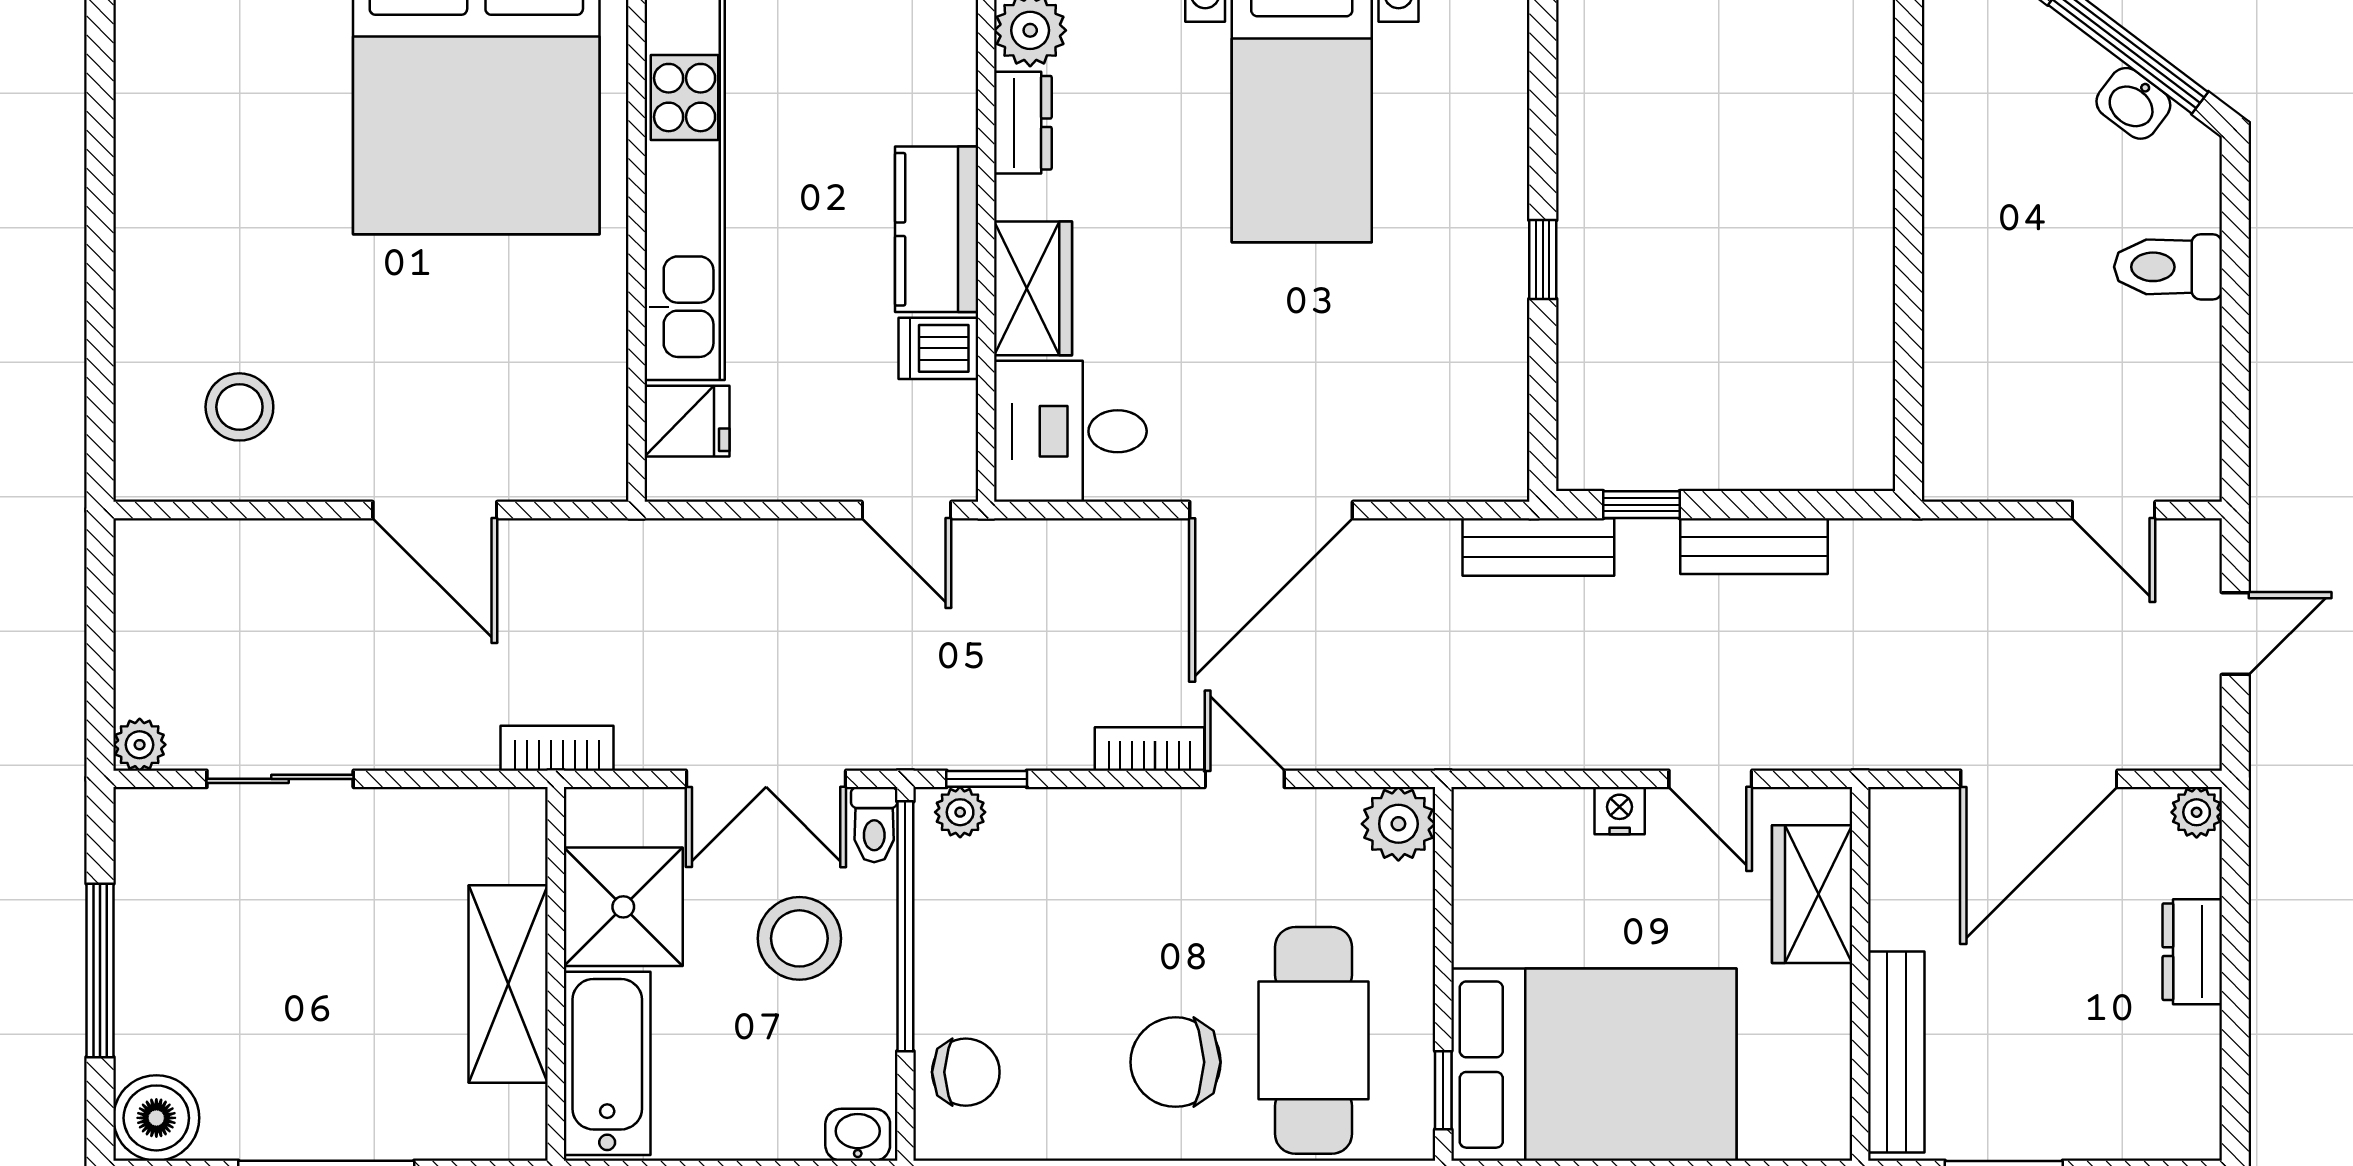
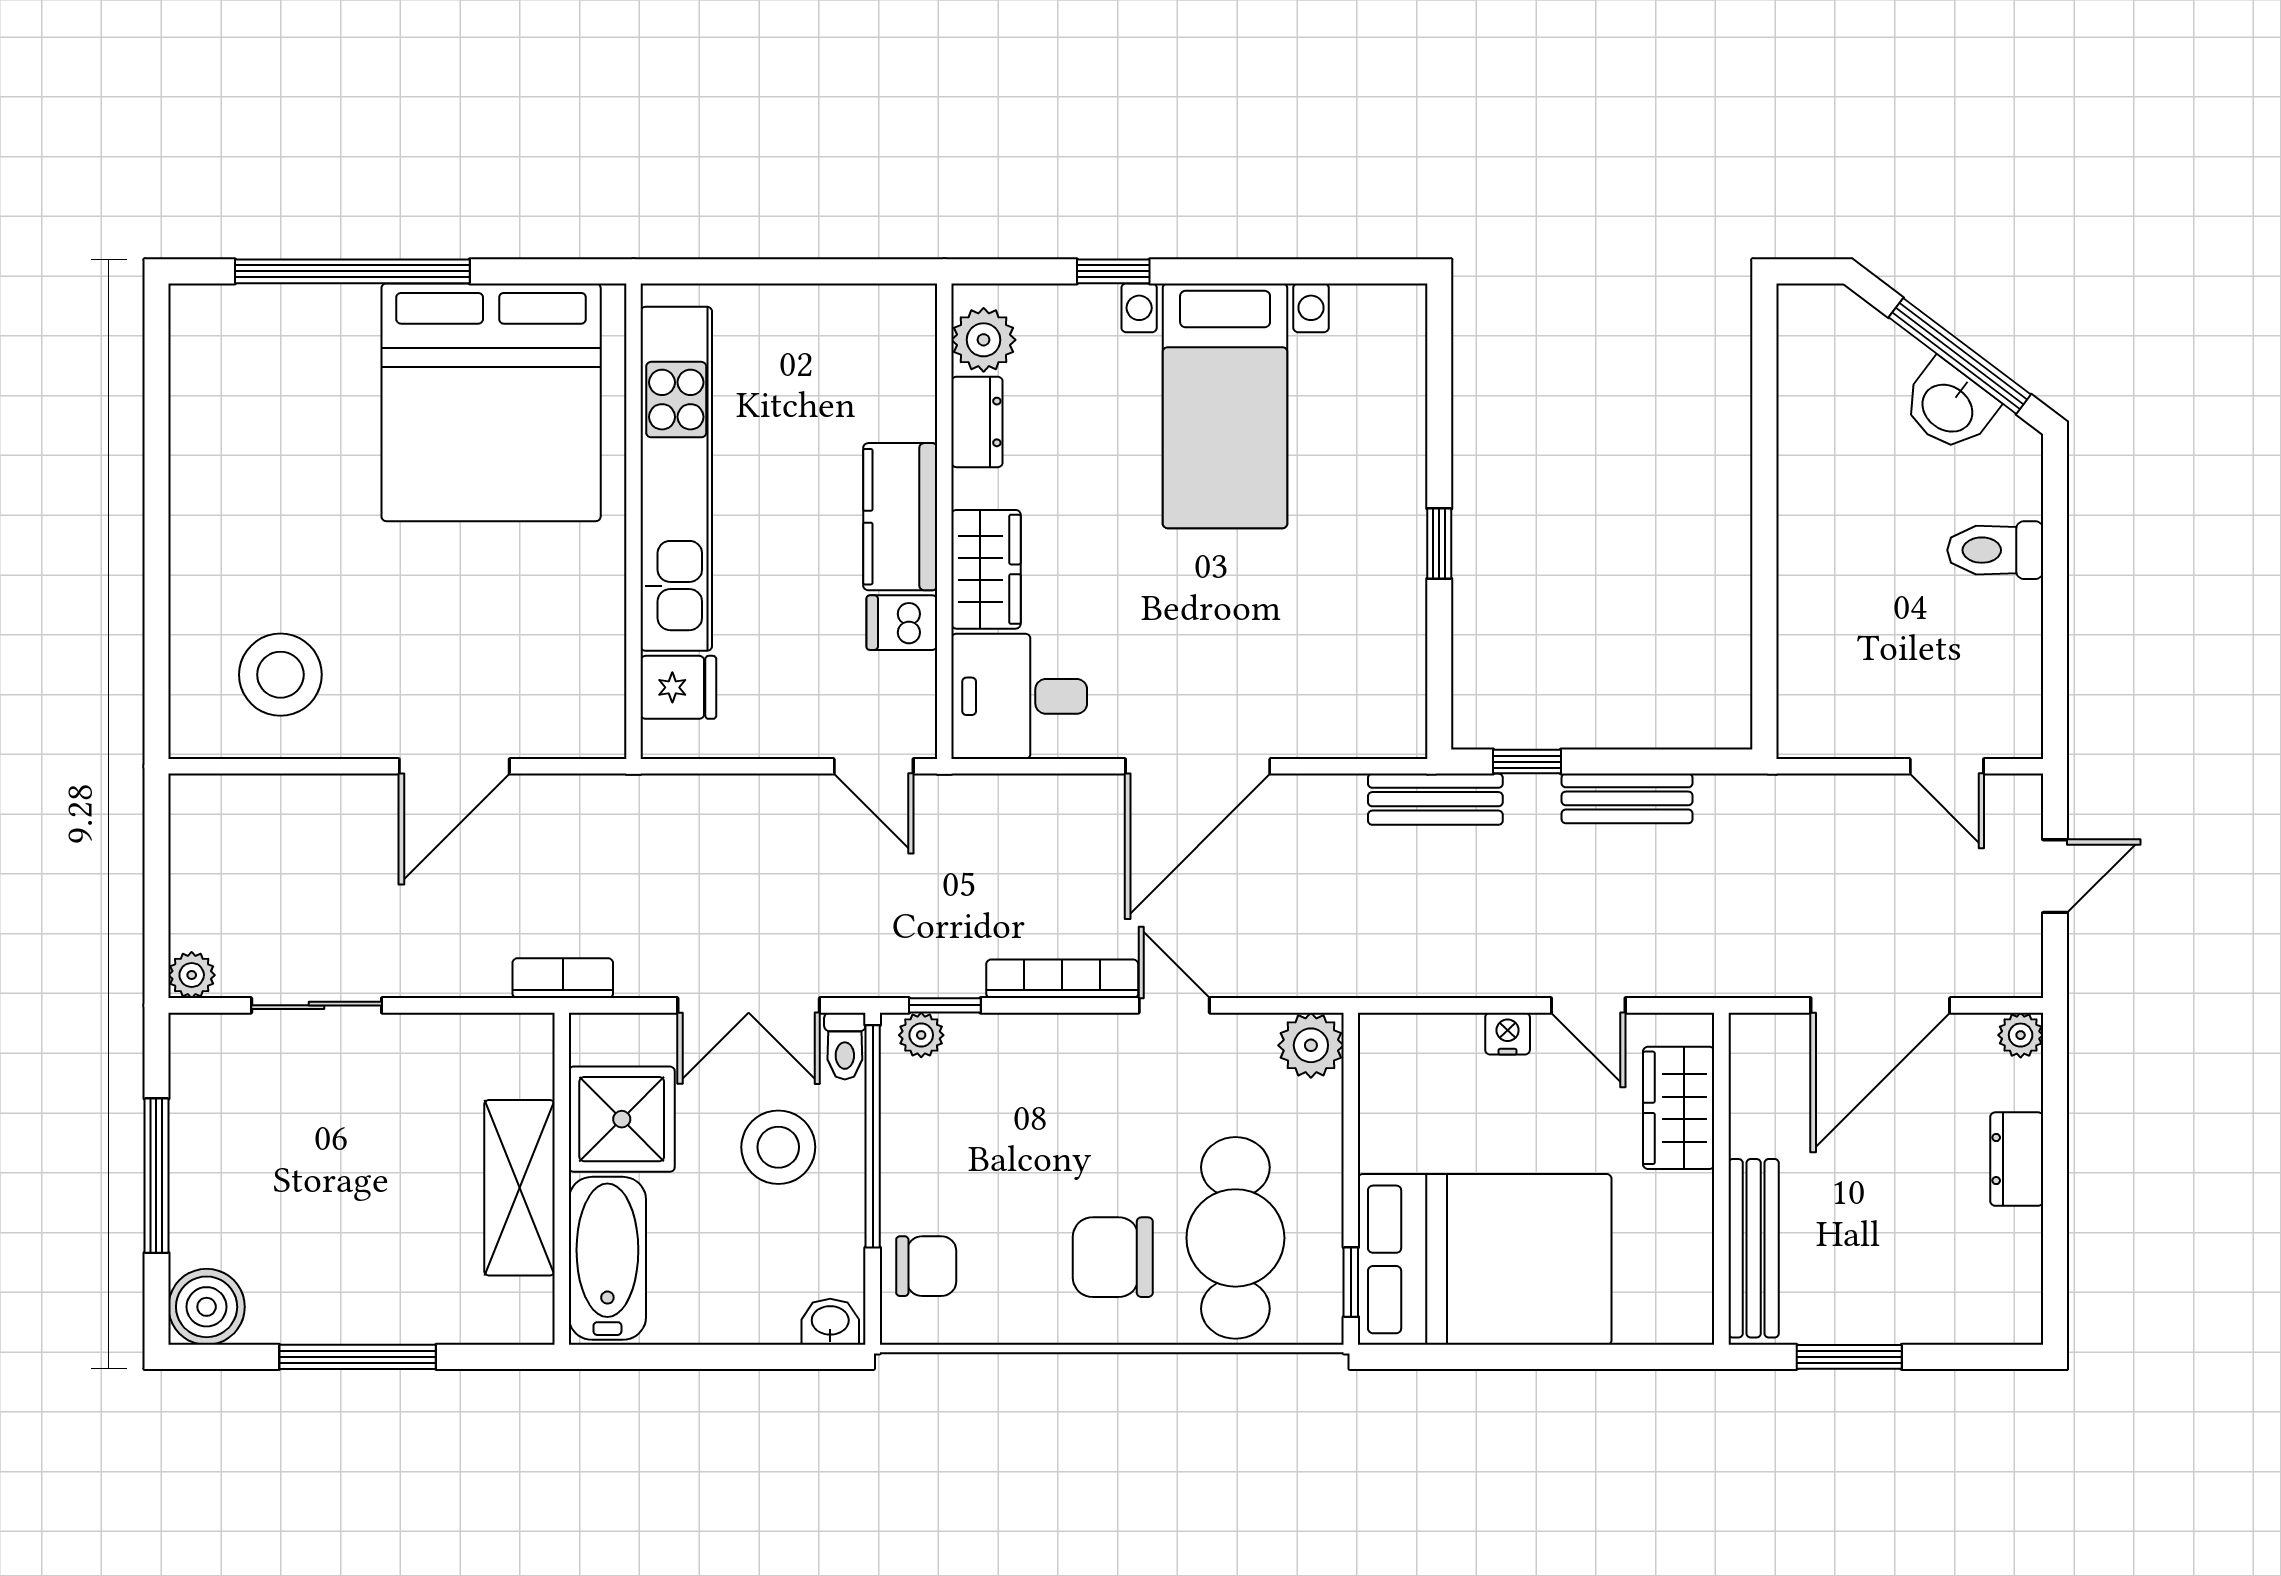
washbasin: (2133, 103) -> (1949, 406), width x1.38, depth x1.45
stool: (239, 407) -> (280, 675), width x1.38, depth x1.38
door: (435, 510) -> (454, 766), hinge flipped
bookcase: (1149, 749) -> (1062, 979), width x1.56

